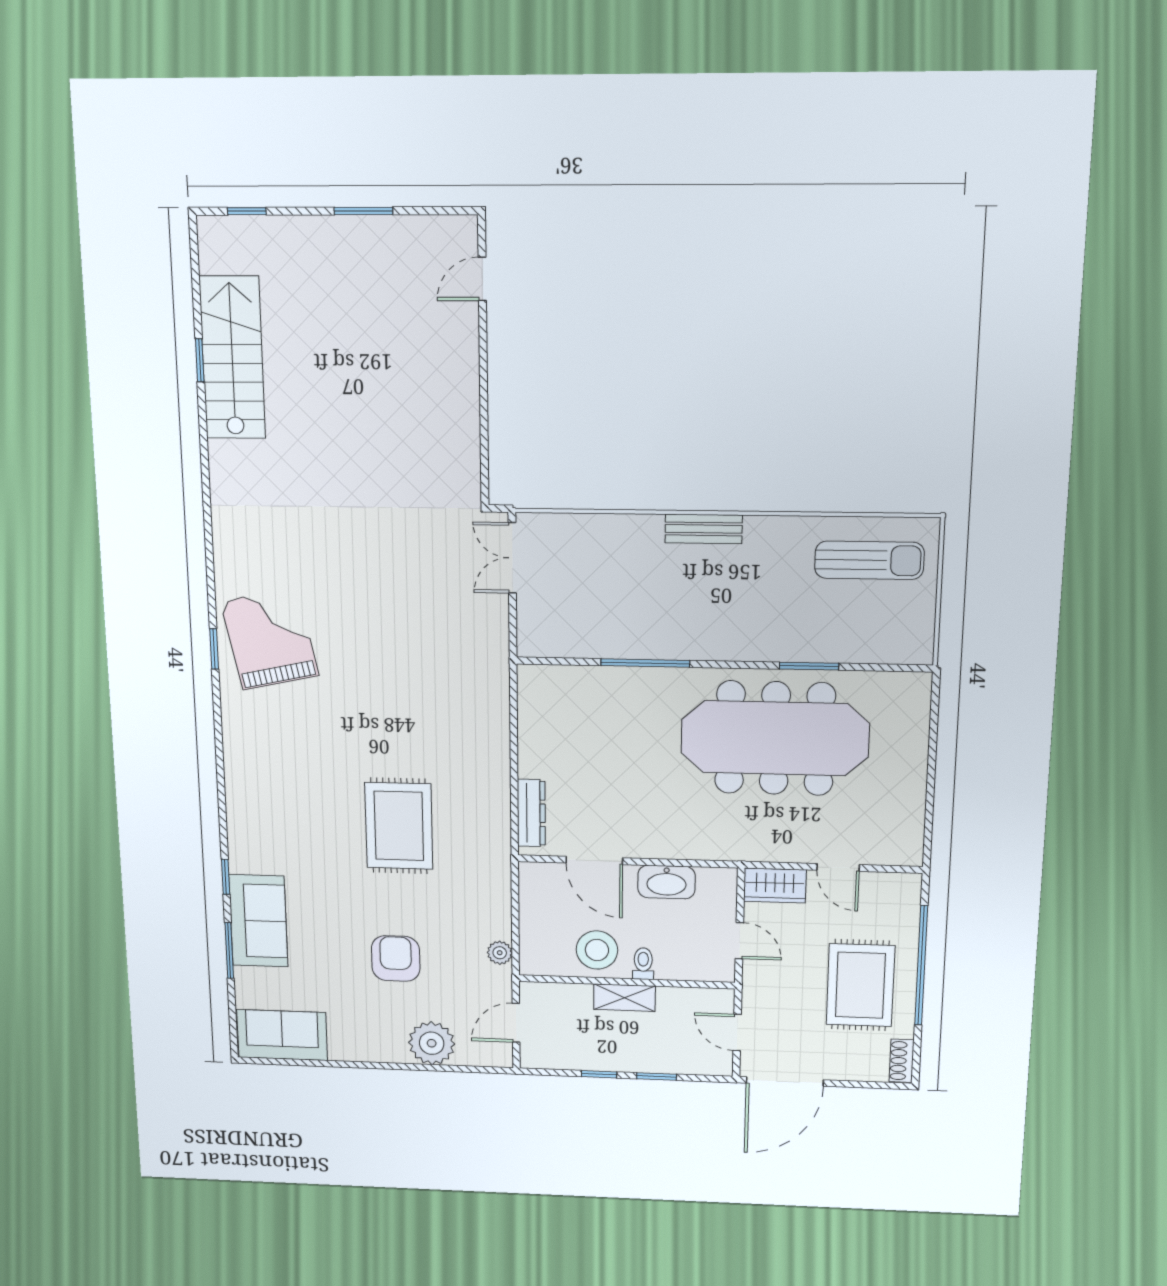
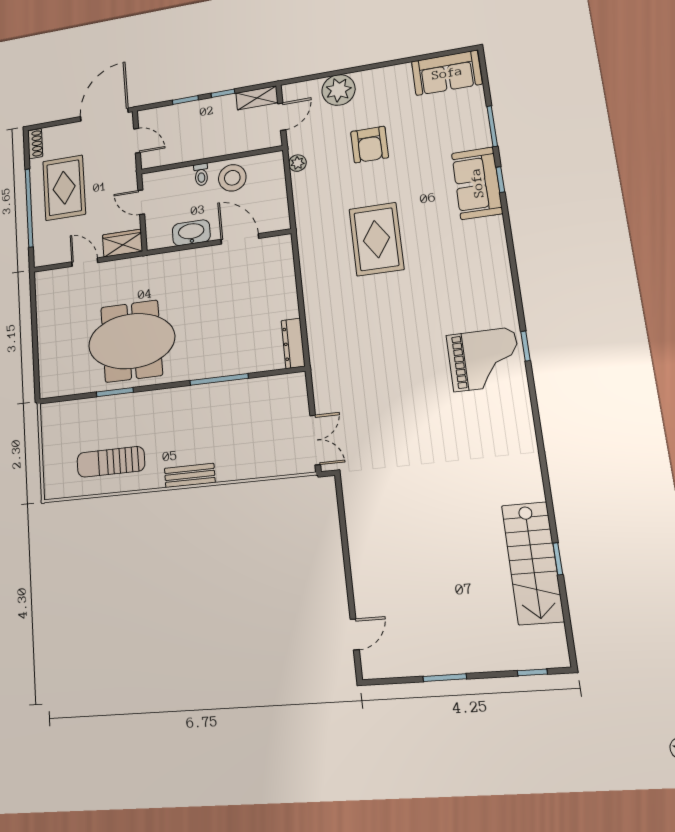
sun lounger: (869, 560) -> (111, 462), moved
grand piano: (270, 639) -> (484, 359), turned -78
meeting table: (775, 738) -> (132, 341), width x0.73
dresser: (531, 813) -> (293, 343), moved
sofa: (258, 921) -> (477, 183), moved
shelving: (624, 998) -> (257, 98), moved

